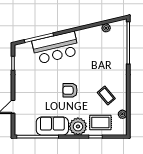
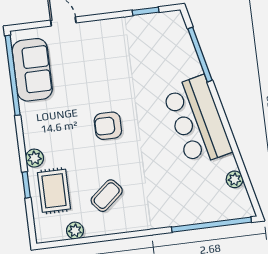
bar counter: (56, 48) -> (197, 121), moved
armchair: (70, 90) -> (108, 126), turned -90
sofa: (52, 126) -> (32, 70), moved
plant: (78, 126) -> (34, 158), width x0.53, depth x0.53

